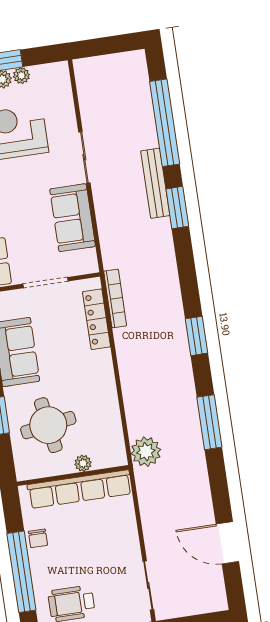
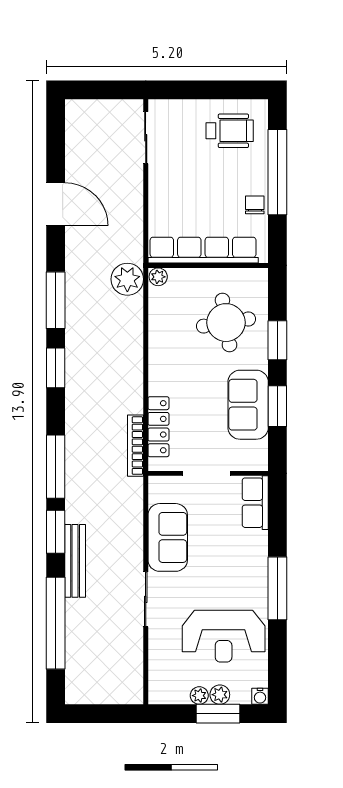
window: (186, 268) -> (56, 467), added
window: (196, 336) -> (56, 368), moved
plant: (83, 463) -> (158, 277), moved
door: (227, 543) -> (56, 204), moved

